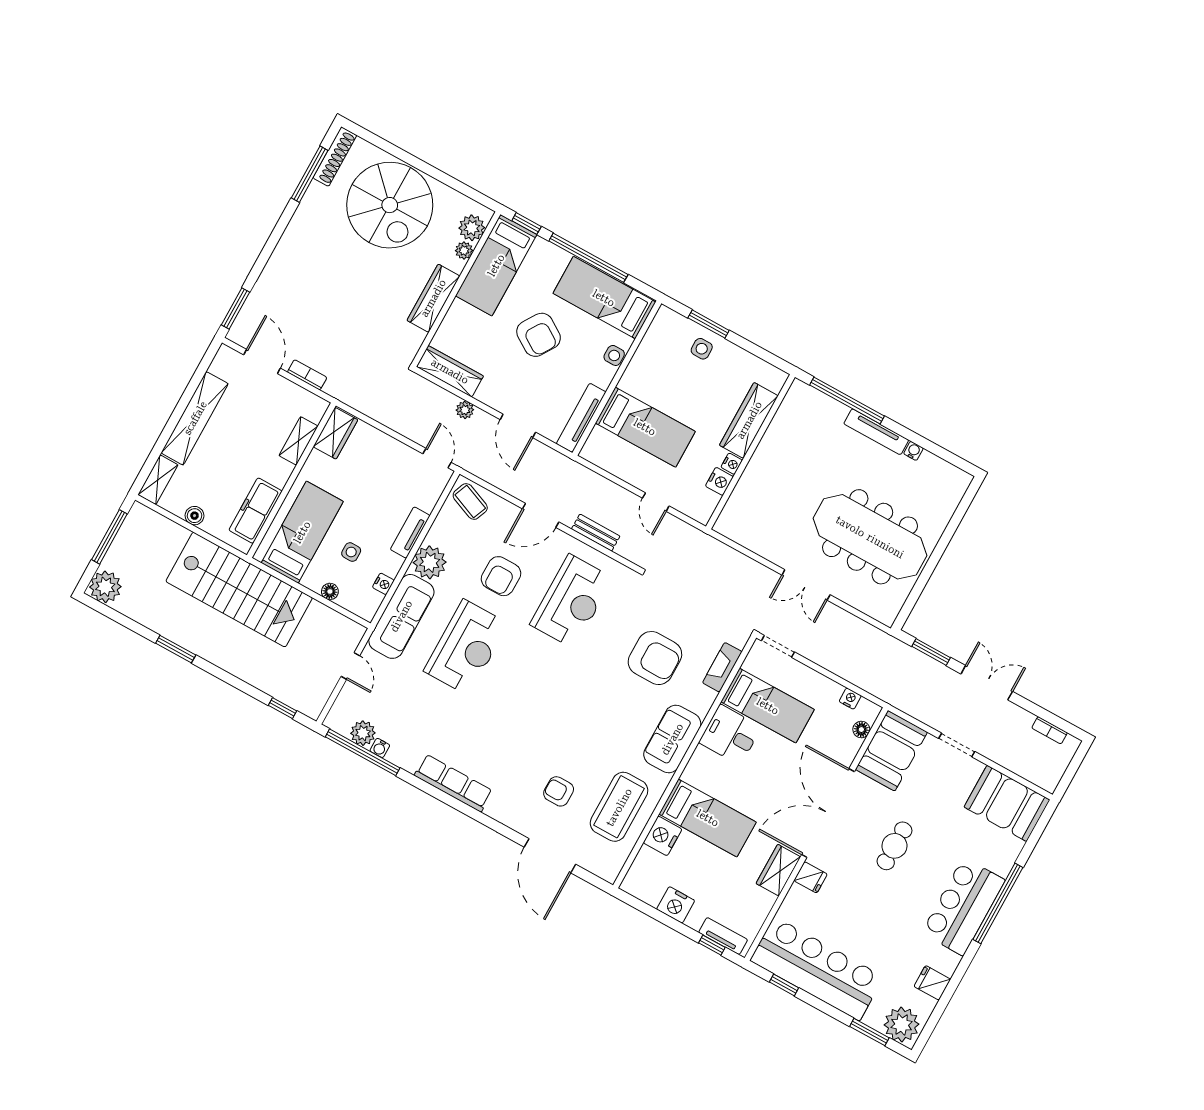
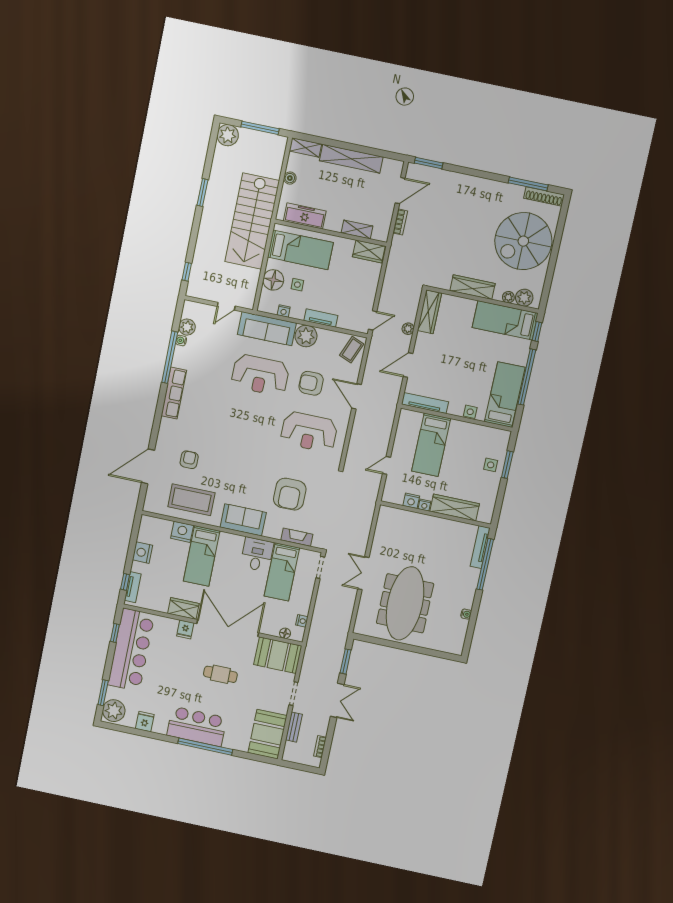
armchair: (539, 335) -> (469, 360), removed
tv unit: (876, 432) -> (480, 547), moved
bench: (596, 533) -> (294, 727), moved
floor lamp: (330, 591) -> (273, 280), width x1.89, depth x1.89
window: (363, 752) -> (170, 357), moved

